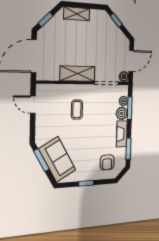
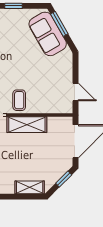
coffee table: (77, 110) -> (19, 100), moved
window: (41, 160) -> (59, 24), moved

